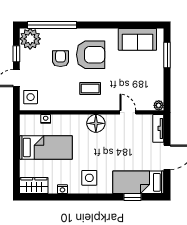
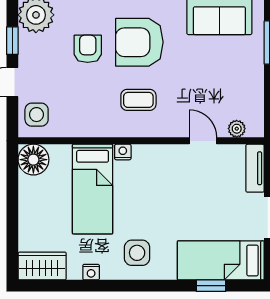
armchair: (91, 55) -> (139, 42), turned 180
plant: (159, 105) -> (237, 129), moved
nightstand: (46, 119) -> (123, 152), moved
floor lamp: (96, 123) -> (33, 160), moved
bed: (46, 147) -> (93, 189), moved, turned 90

